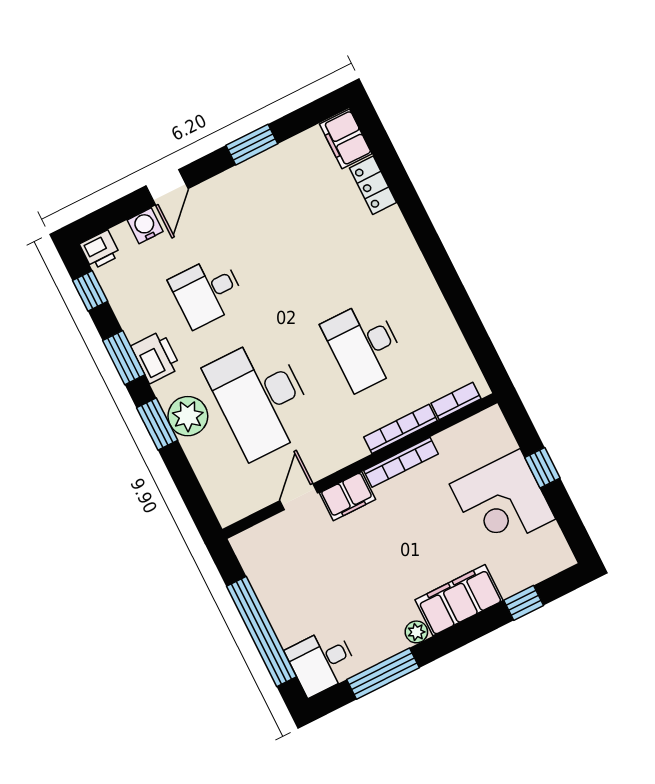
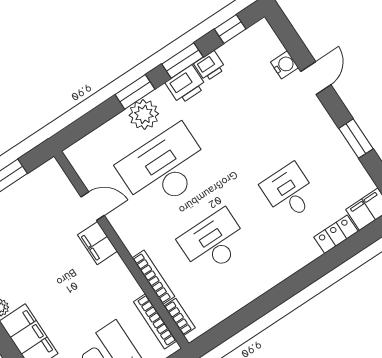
door: (167, 187) -> (316, 78), swing flipped
printer: (100, 250) -> (210, 66), moved, turned -90
desk: (207, 292) -> (289, 192), moved
bookcase: (401, 462) -> (155, 321), moved

